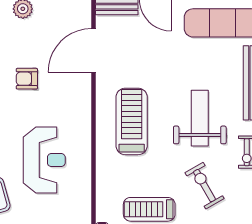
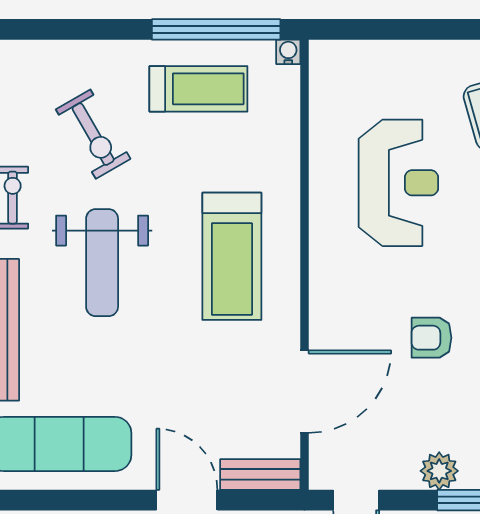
armchair: (27, 79) -> (432, 338), turned 180
reception desk: (44, 160) -> (398, 183), turned 180

